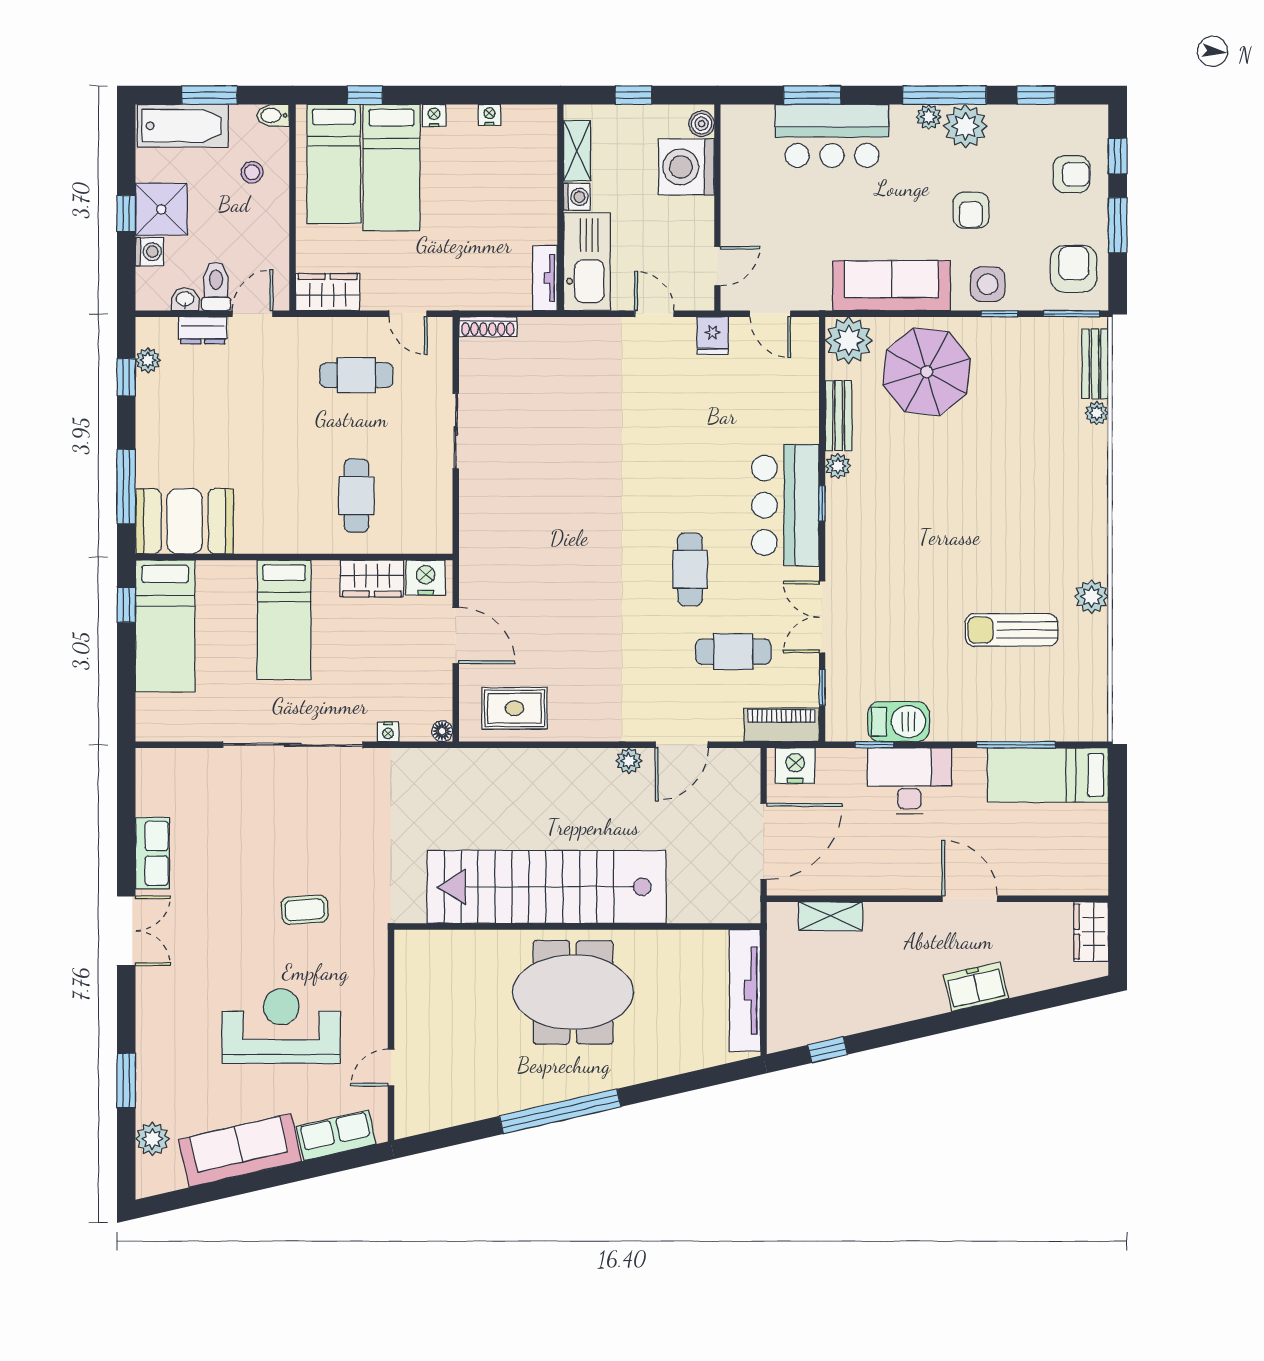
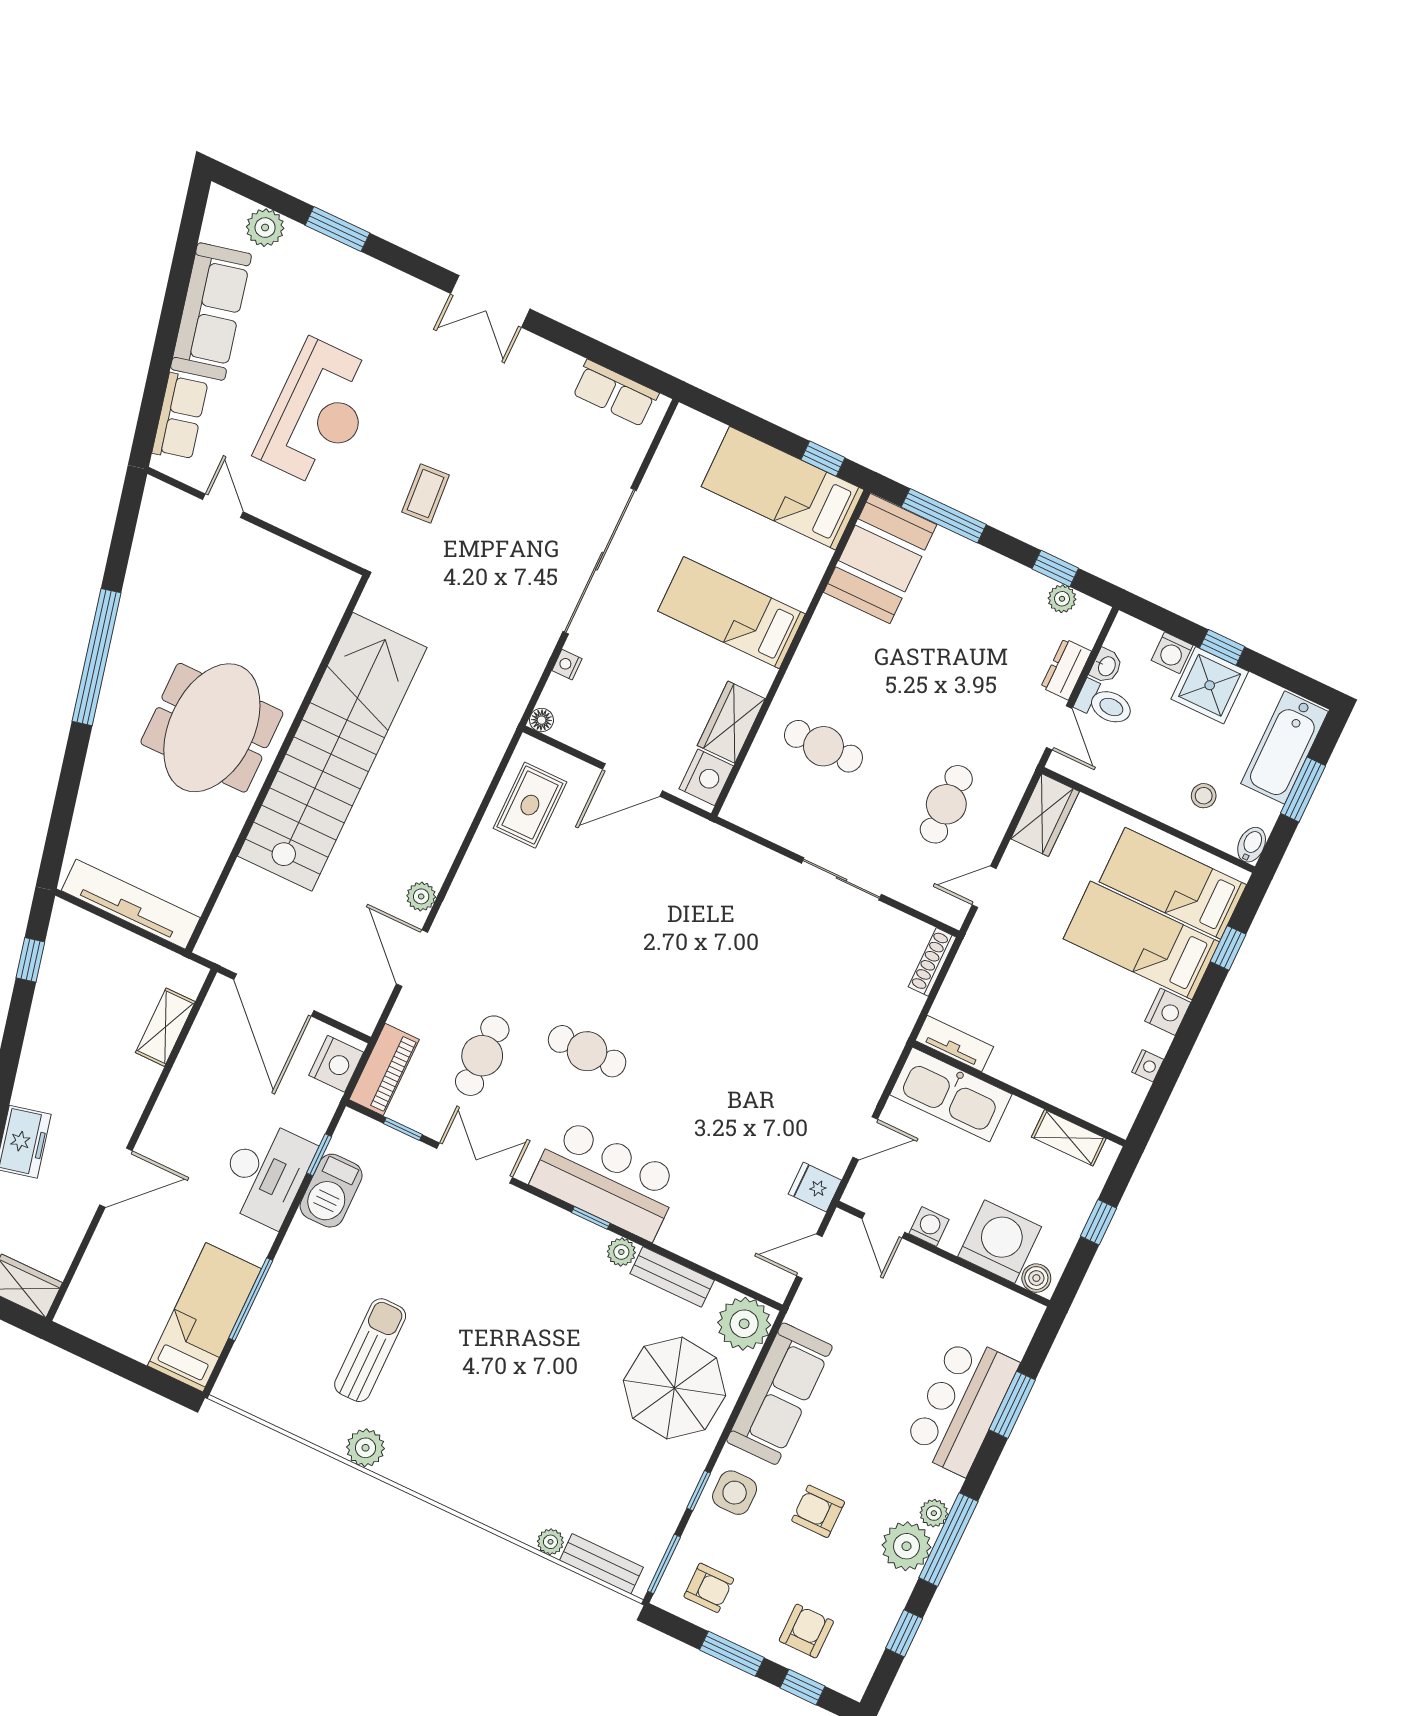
nightstand: (434, 115) -> (1168, 1012), width x1.39, depth x1.35
armchair: (1071, 174) -> (806, 1631), turned 180
washing machine: (577, 197) -> (929, 1227), moved, turned 180
armchair: (1074, 269) -> (709, 1588), width x0.72, depth x0.72
row of seats: (152, 853) -> (615, 393), moved

